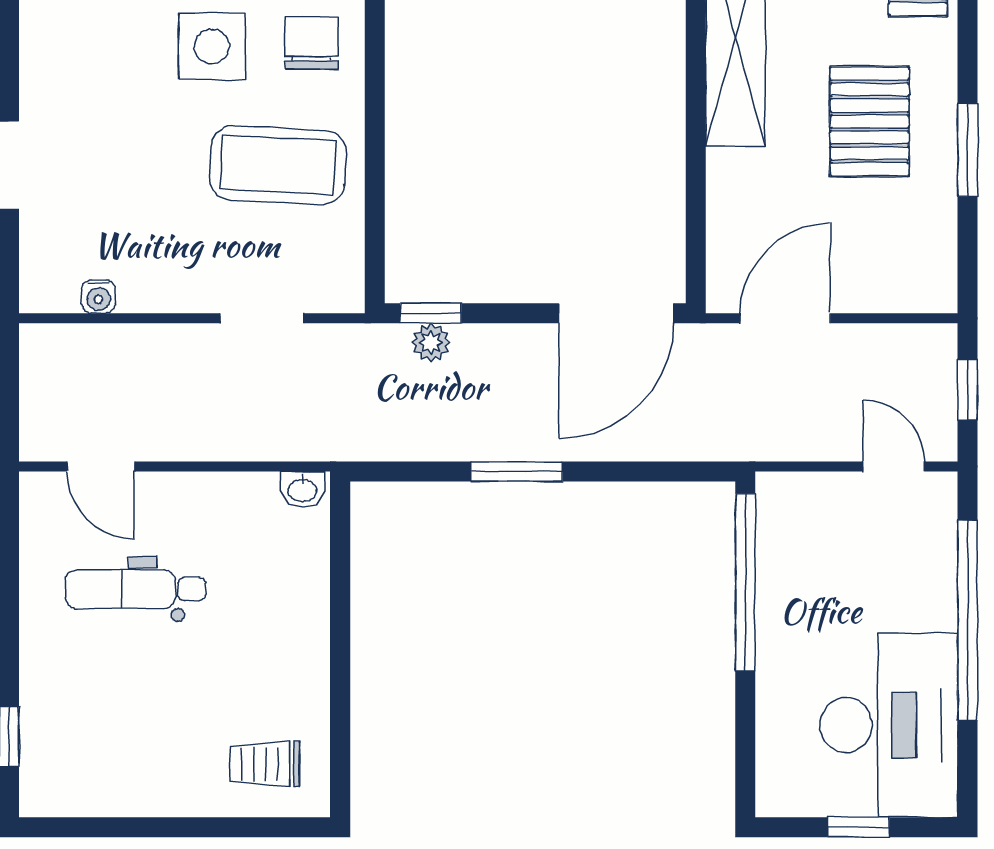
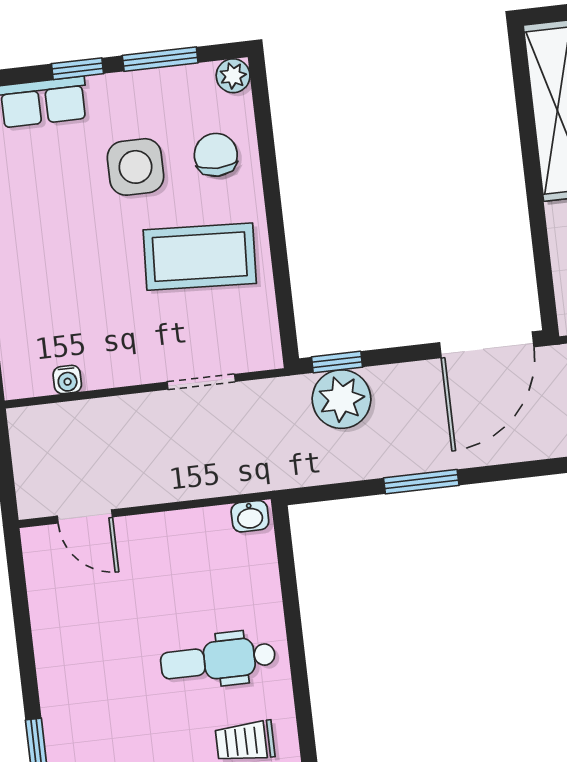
plant: (431, 342) -> (341, 399), width x1.88, depth x1.88
dental chair: (136, 589) -> (218, 660), moved

